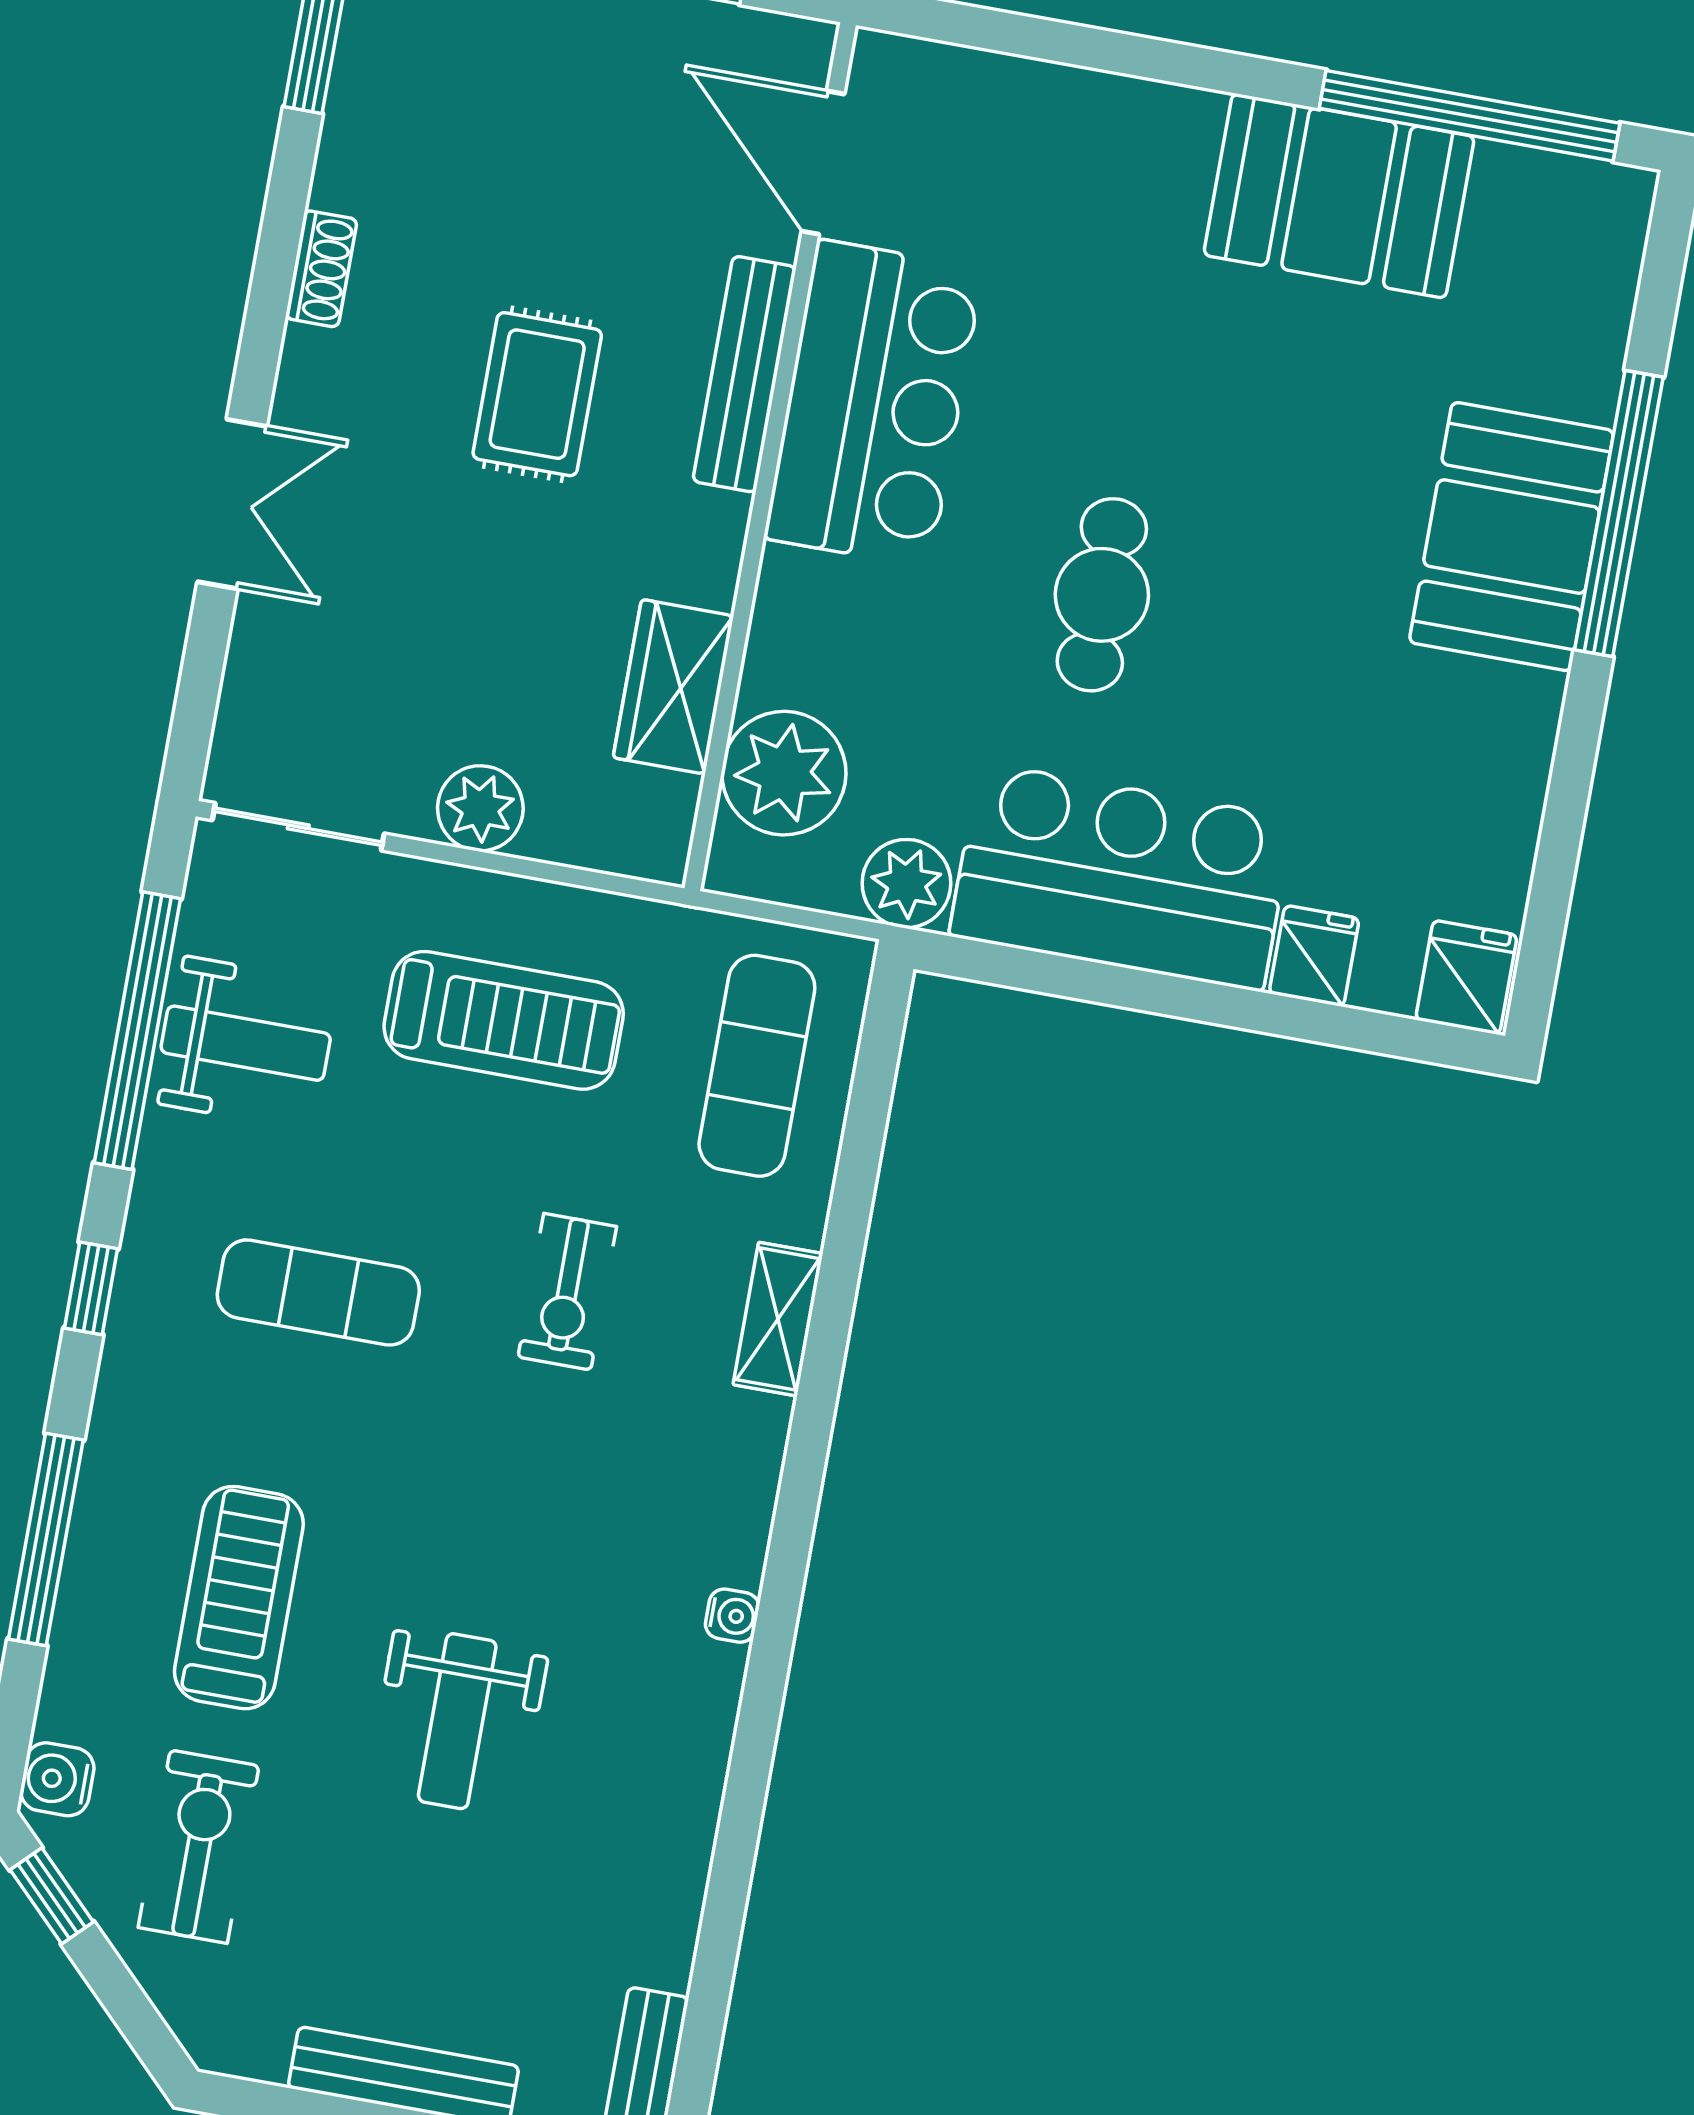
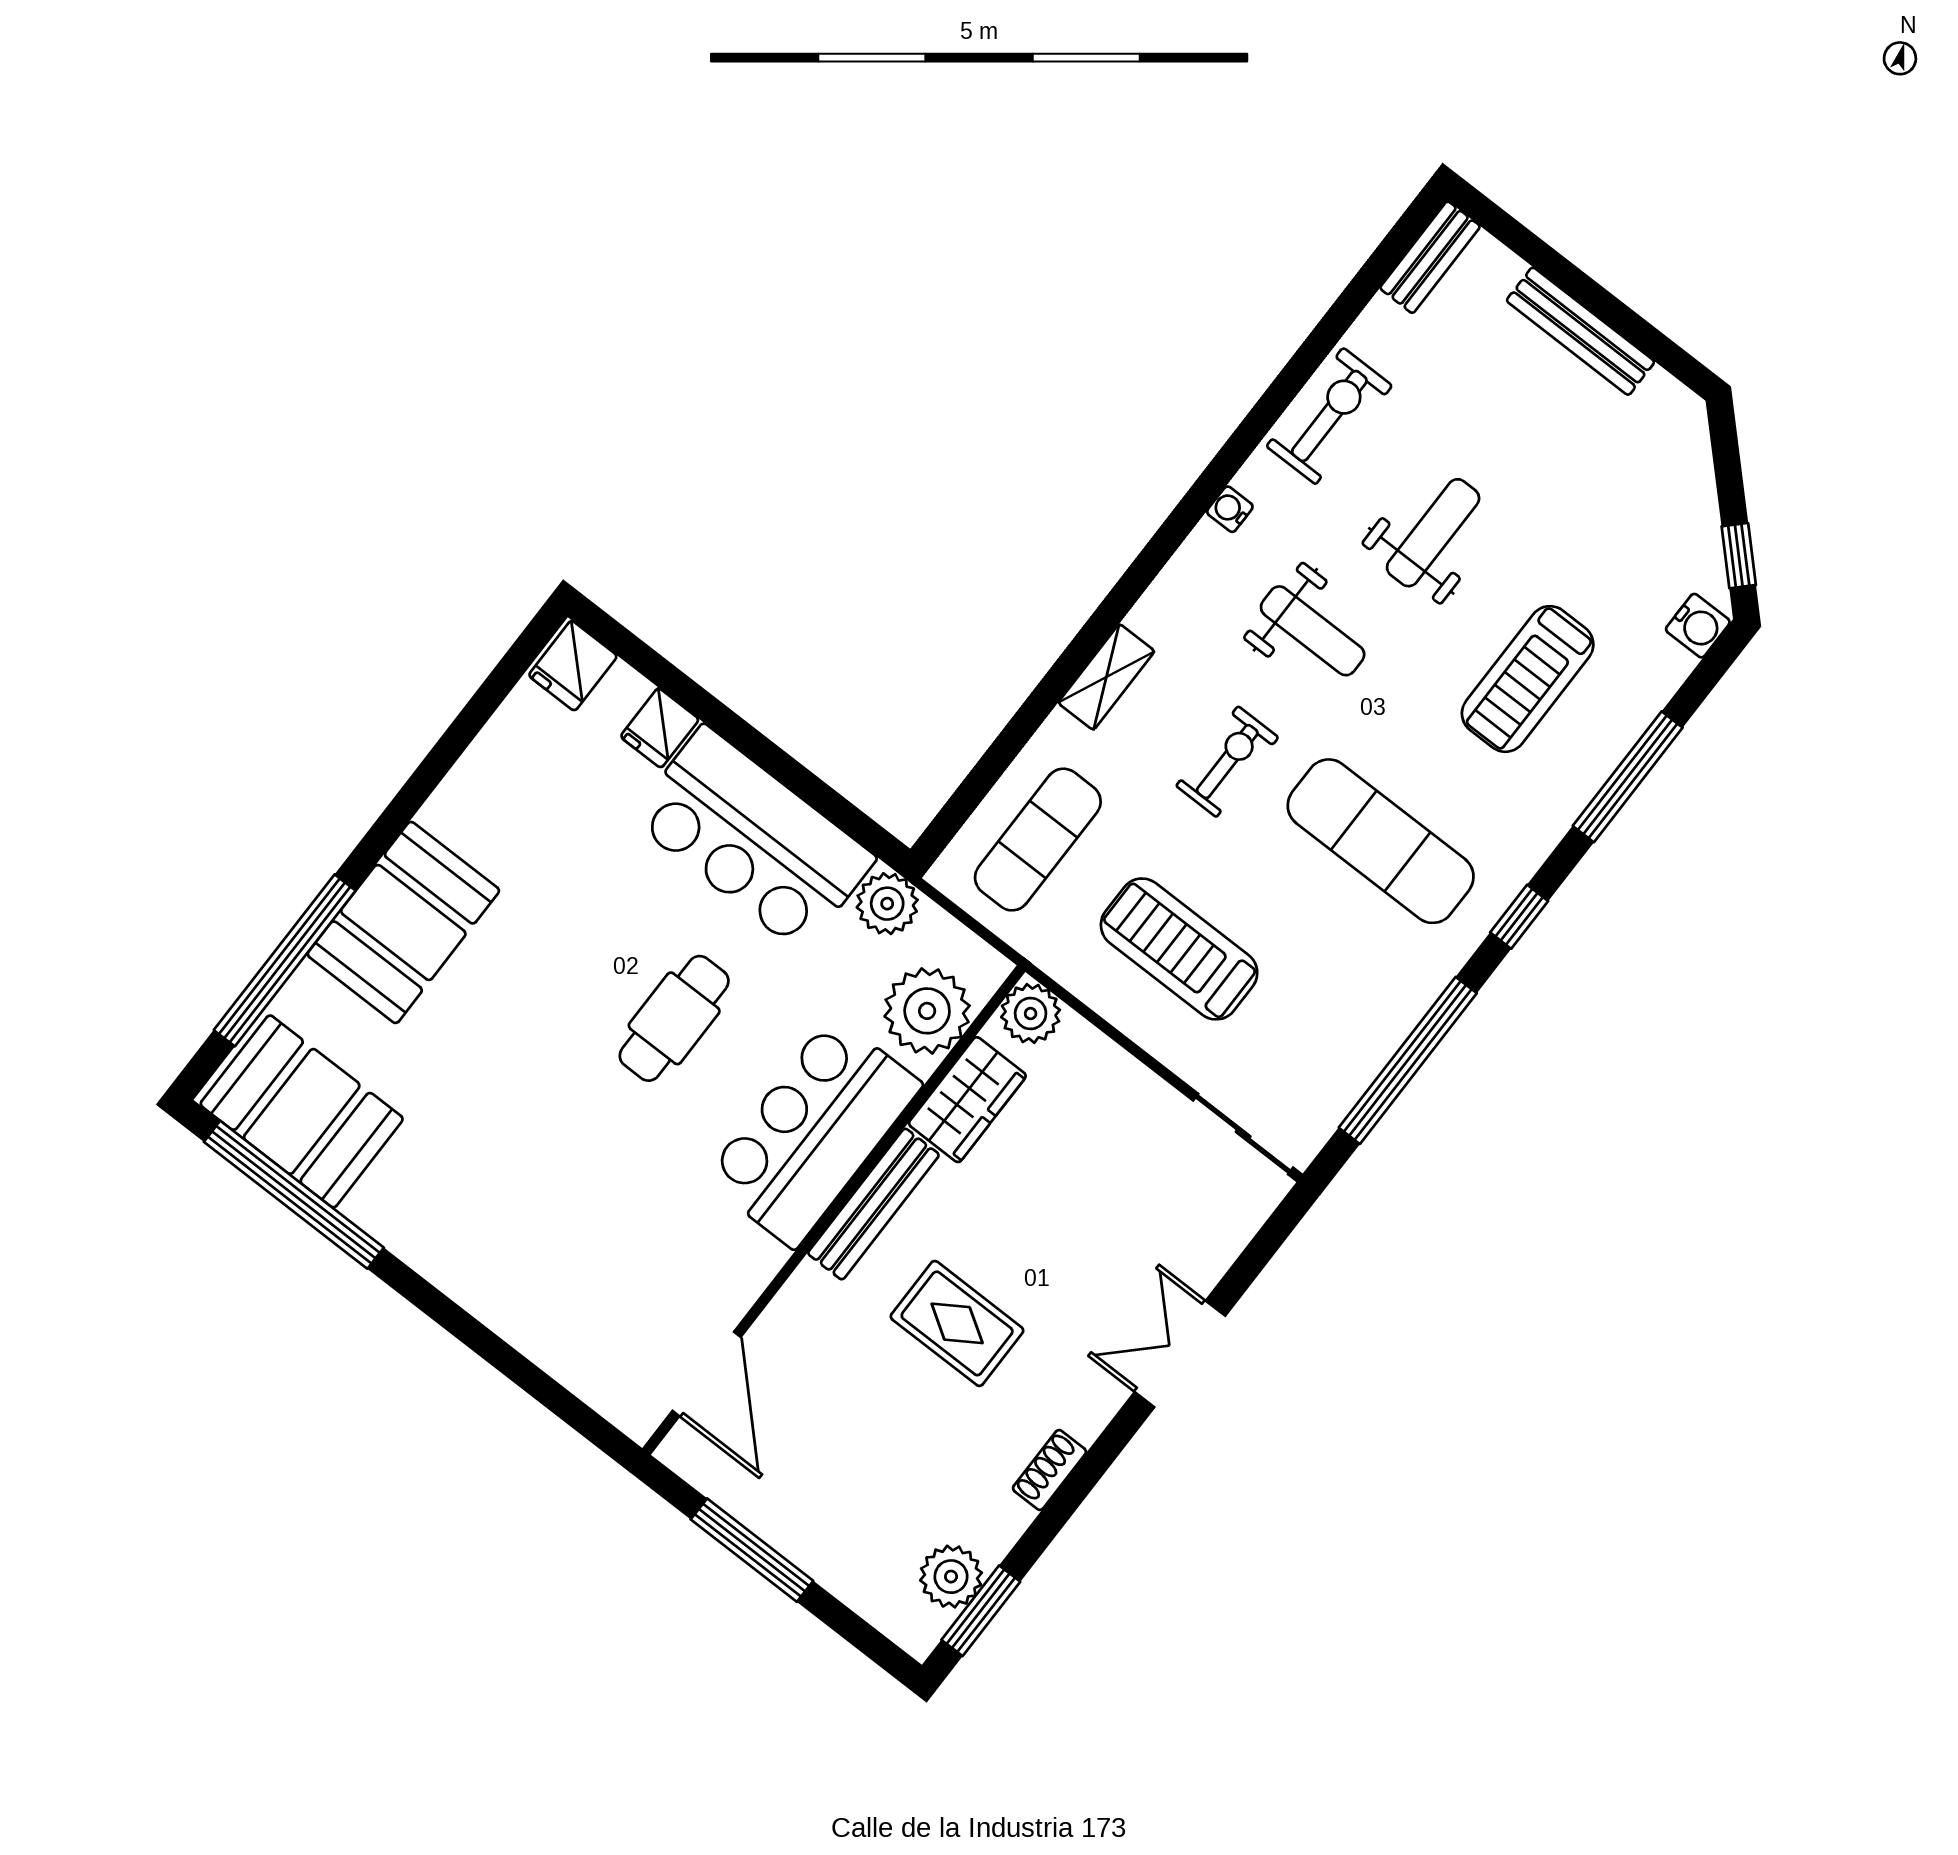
plant: (376, 67) -> (951, 1577), added
booth: (1339, 196) -> (302, 1111), moved
bench: (744, 374) -> (873, 1204), moved
rug: (537, 394) -> (957, 1323), turned 90
bar counter: (874, 403) -> (813, 1132), moved
window: (1619, 513) -> (285, 960), moved
plant: (480, 808) -> (1031, 1014), moved
weight bench: (246, 1043) -> (1313, 631), moved, turned 180
exercise mat: (318, 1292) -> (1381, 841), width x1.36, depth x1.45
exercise bike: (199, 1847) -> (1329, 416), moved, turned 180

